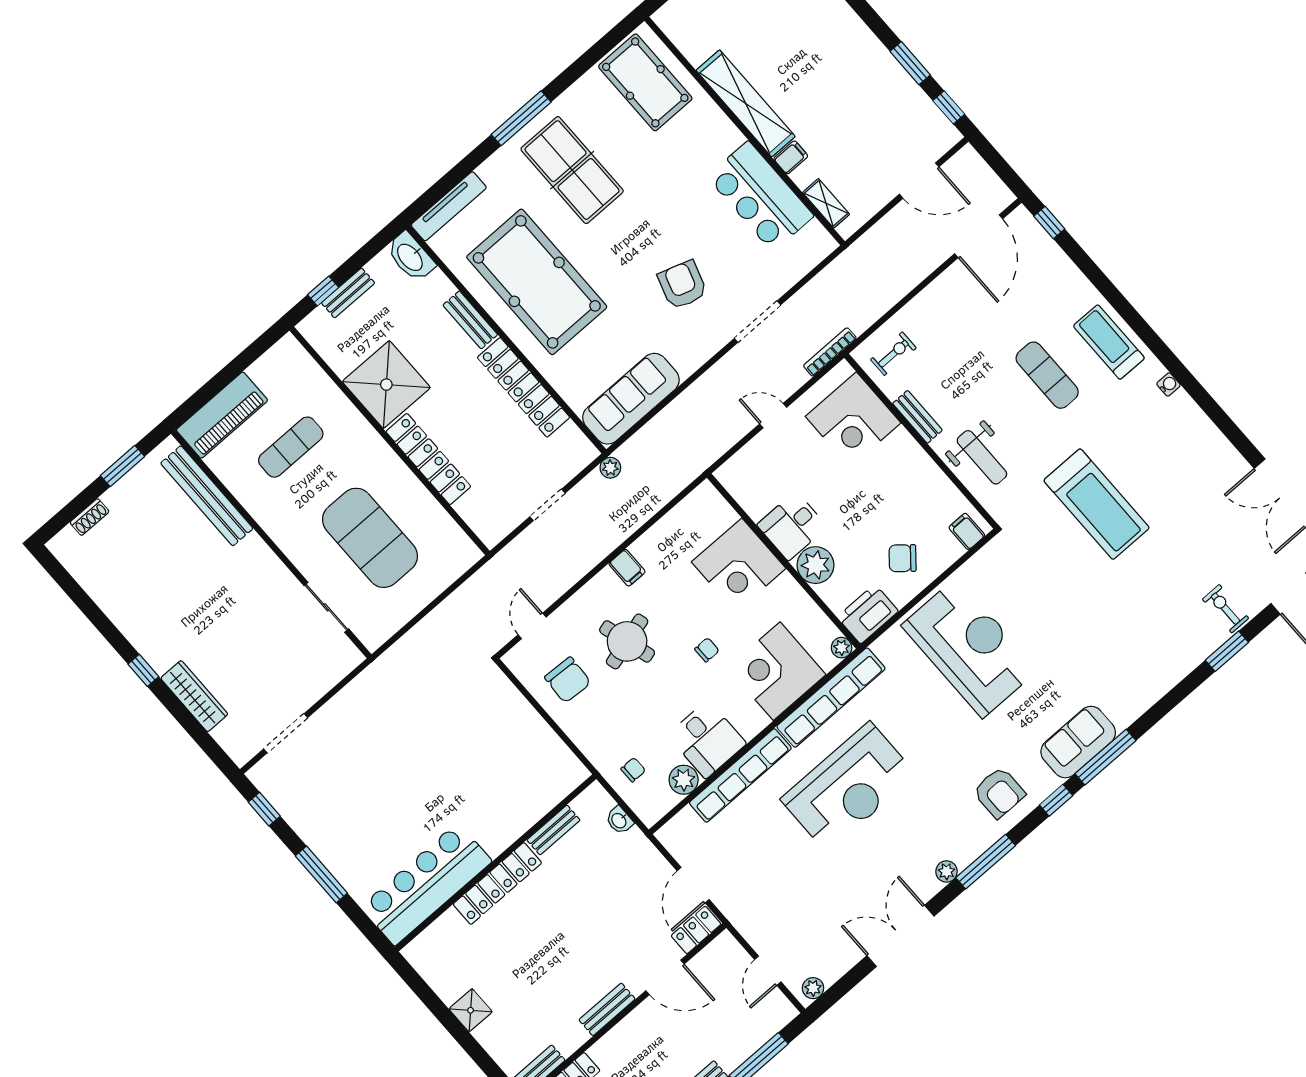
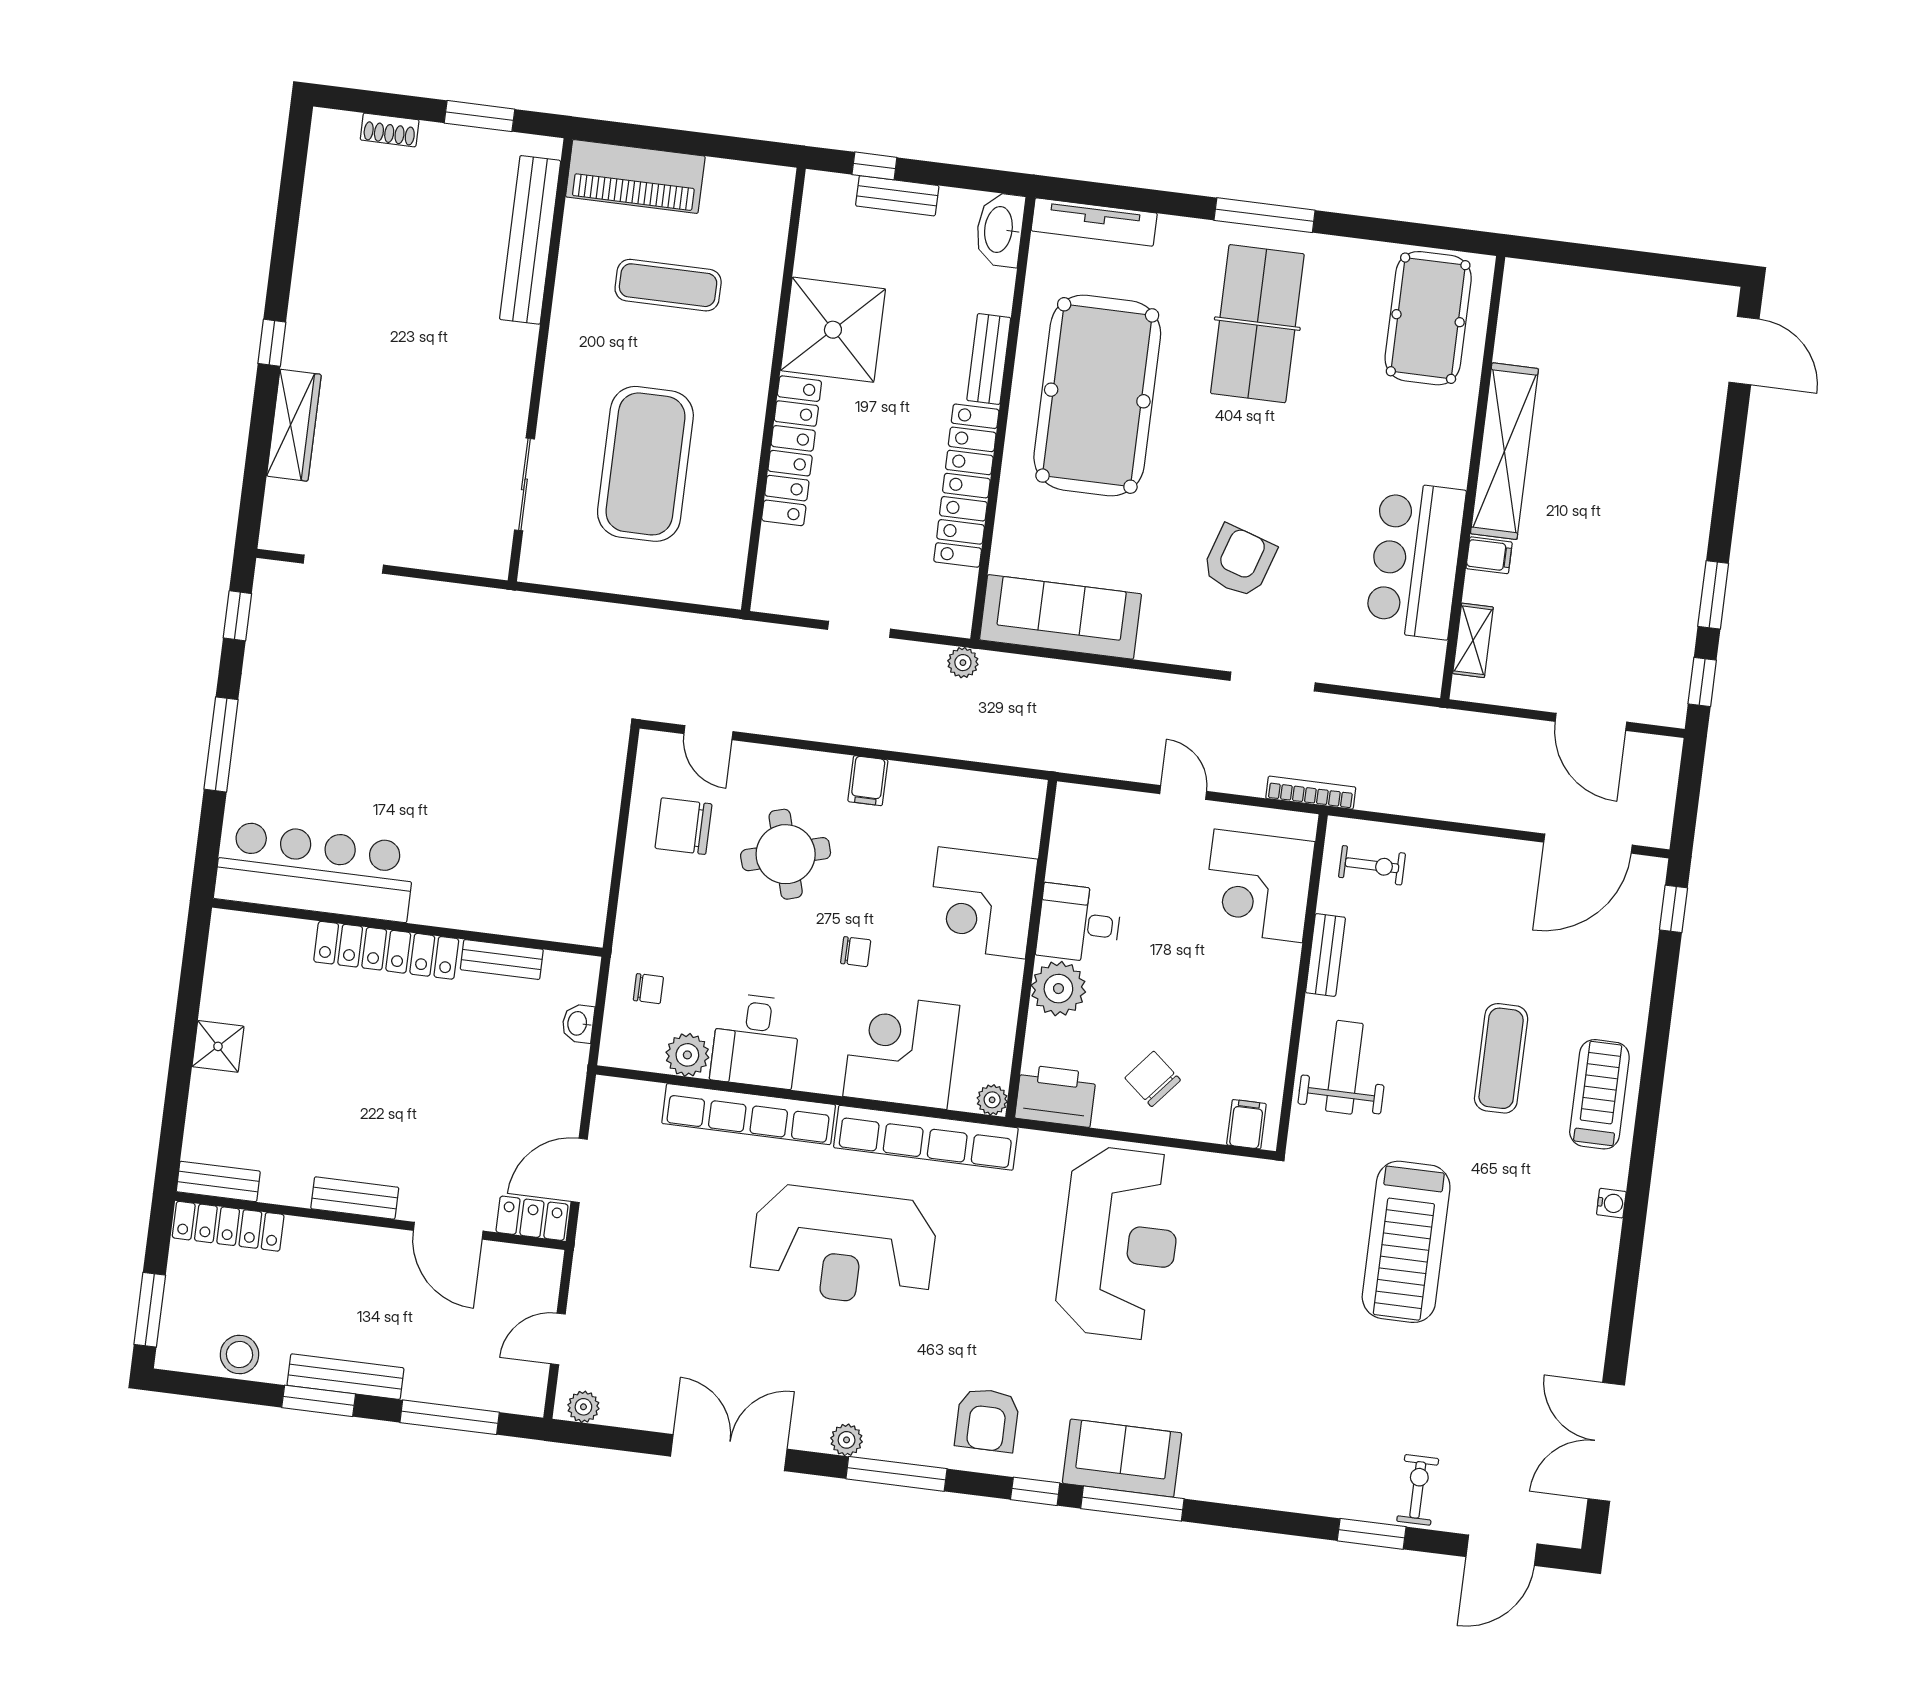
weight bench: (982, 457) -> (1344, 1067), turned 180
door: (532, 626) -> (708, 733), swing flipped
chair: (568, 680) -> (684, 826), turned 87

